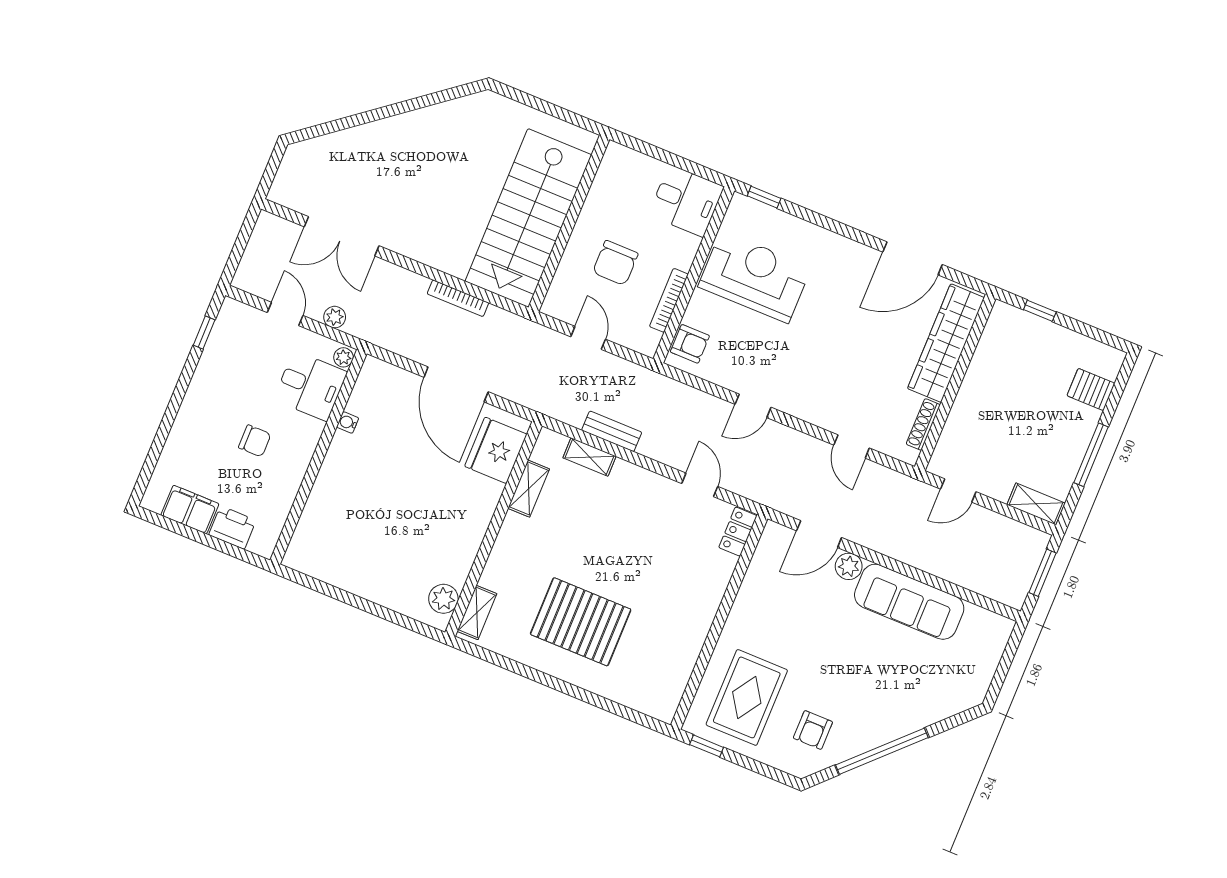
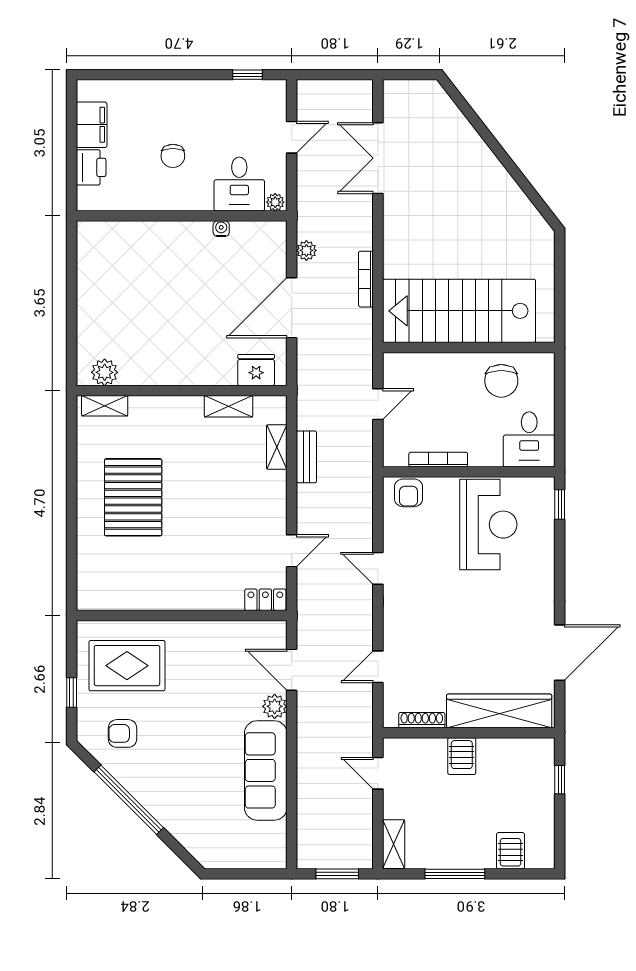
door: (912, 258) -> (560, 653), swing flipped
chair: (615, 263) -> (501, 381), moved, turned -90
plant: (335, 317) -> (306, 250), moved
server rack: (976, 399) -> (462, 756), added
fridge: (496, 450) -> (256, 370), width x0.73, depth x0.75
window: (707, 746) -> (72, 693), moved

